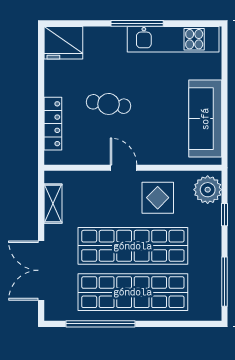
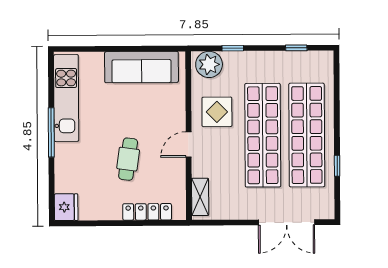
fridge: (63, 43) -> (66, 207), width x0.73, depth x0.75
shelving: (53, 204) -> (200, 197), moved, turned 90
window: (225, 282) -> (296, 48), width x0.46
window: (100, 324) -> (337, 166), width x0.32

